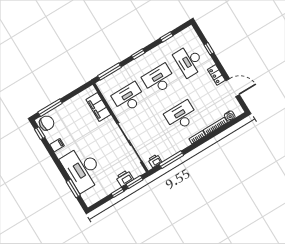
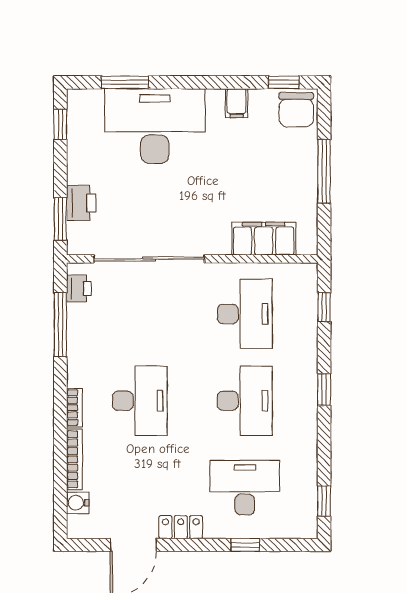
window: (166, 37) -> (324, 501), moved
window: (109, 72) -> (324, 307), width x0.46
window: (50, 108) -> (324, 171), moved
window: (118, 192) -> (60, 124), moved

